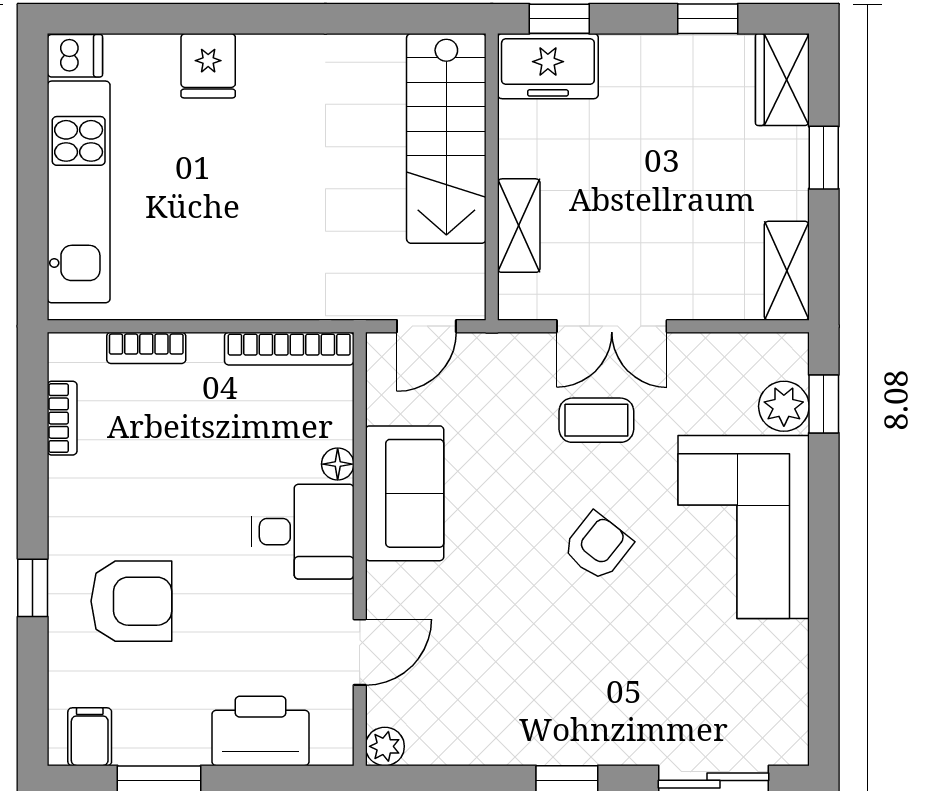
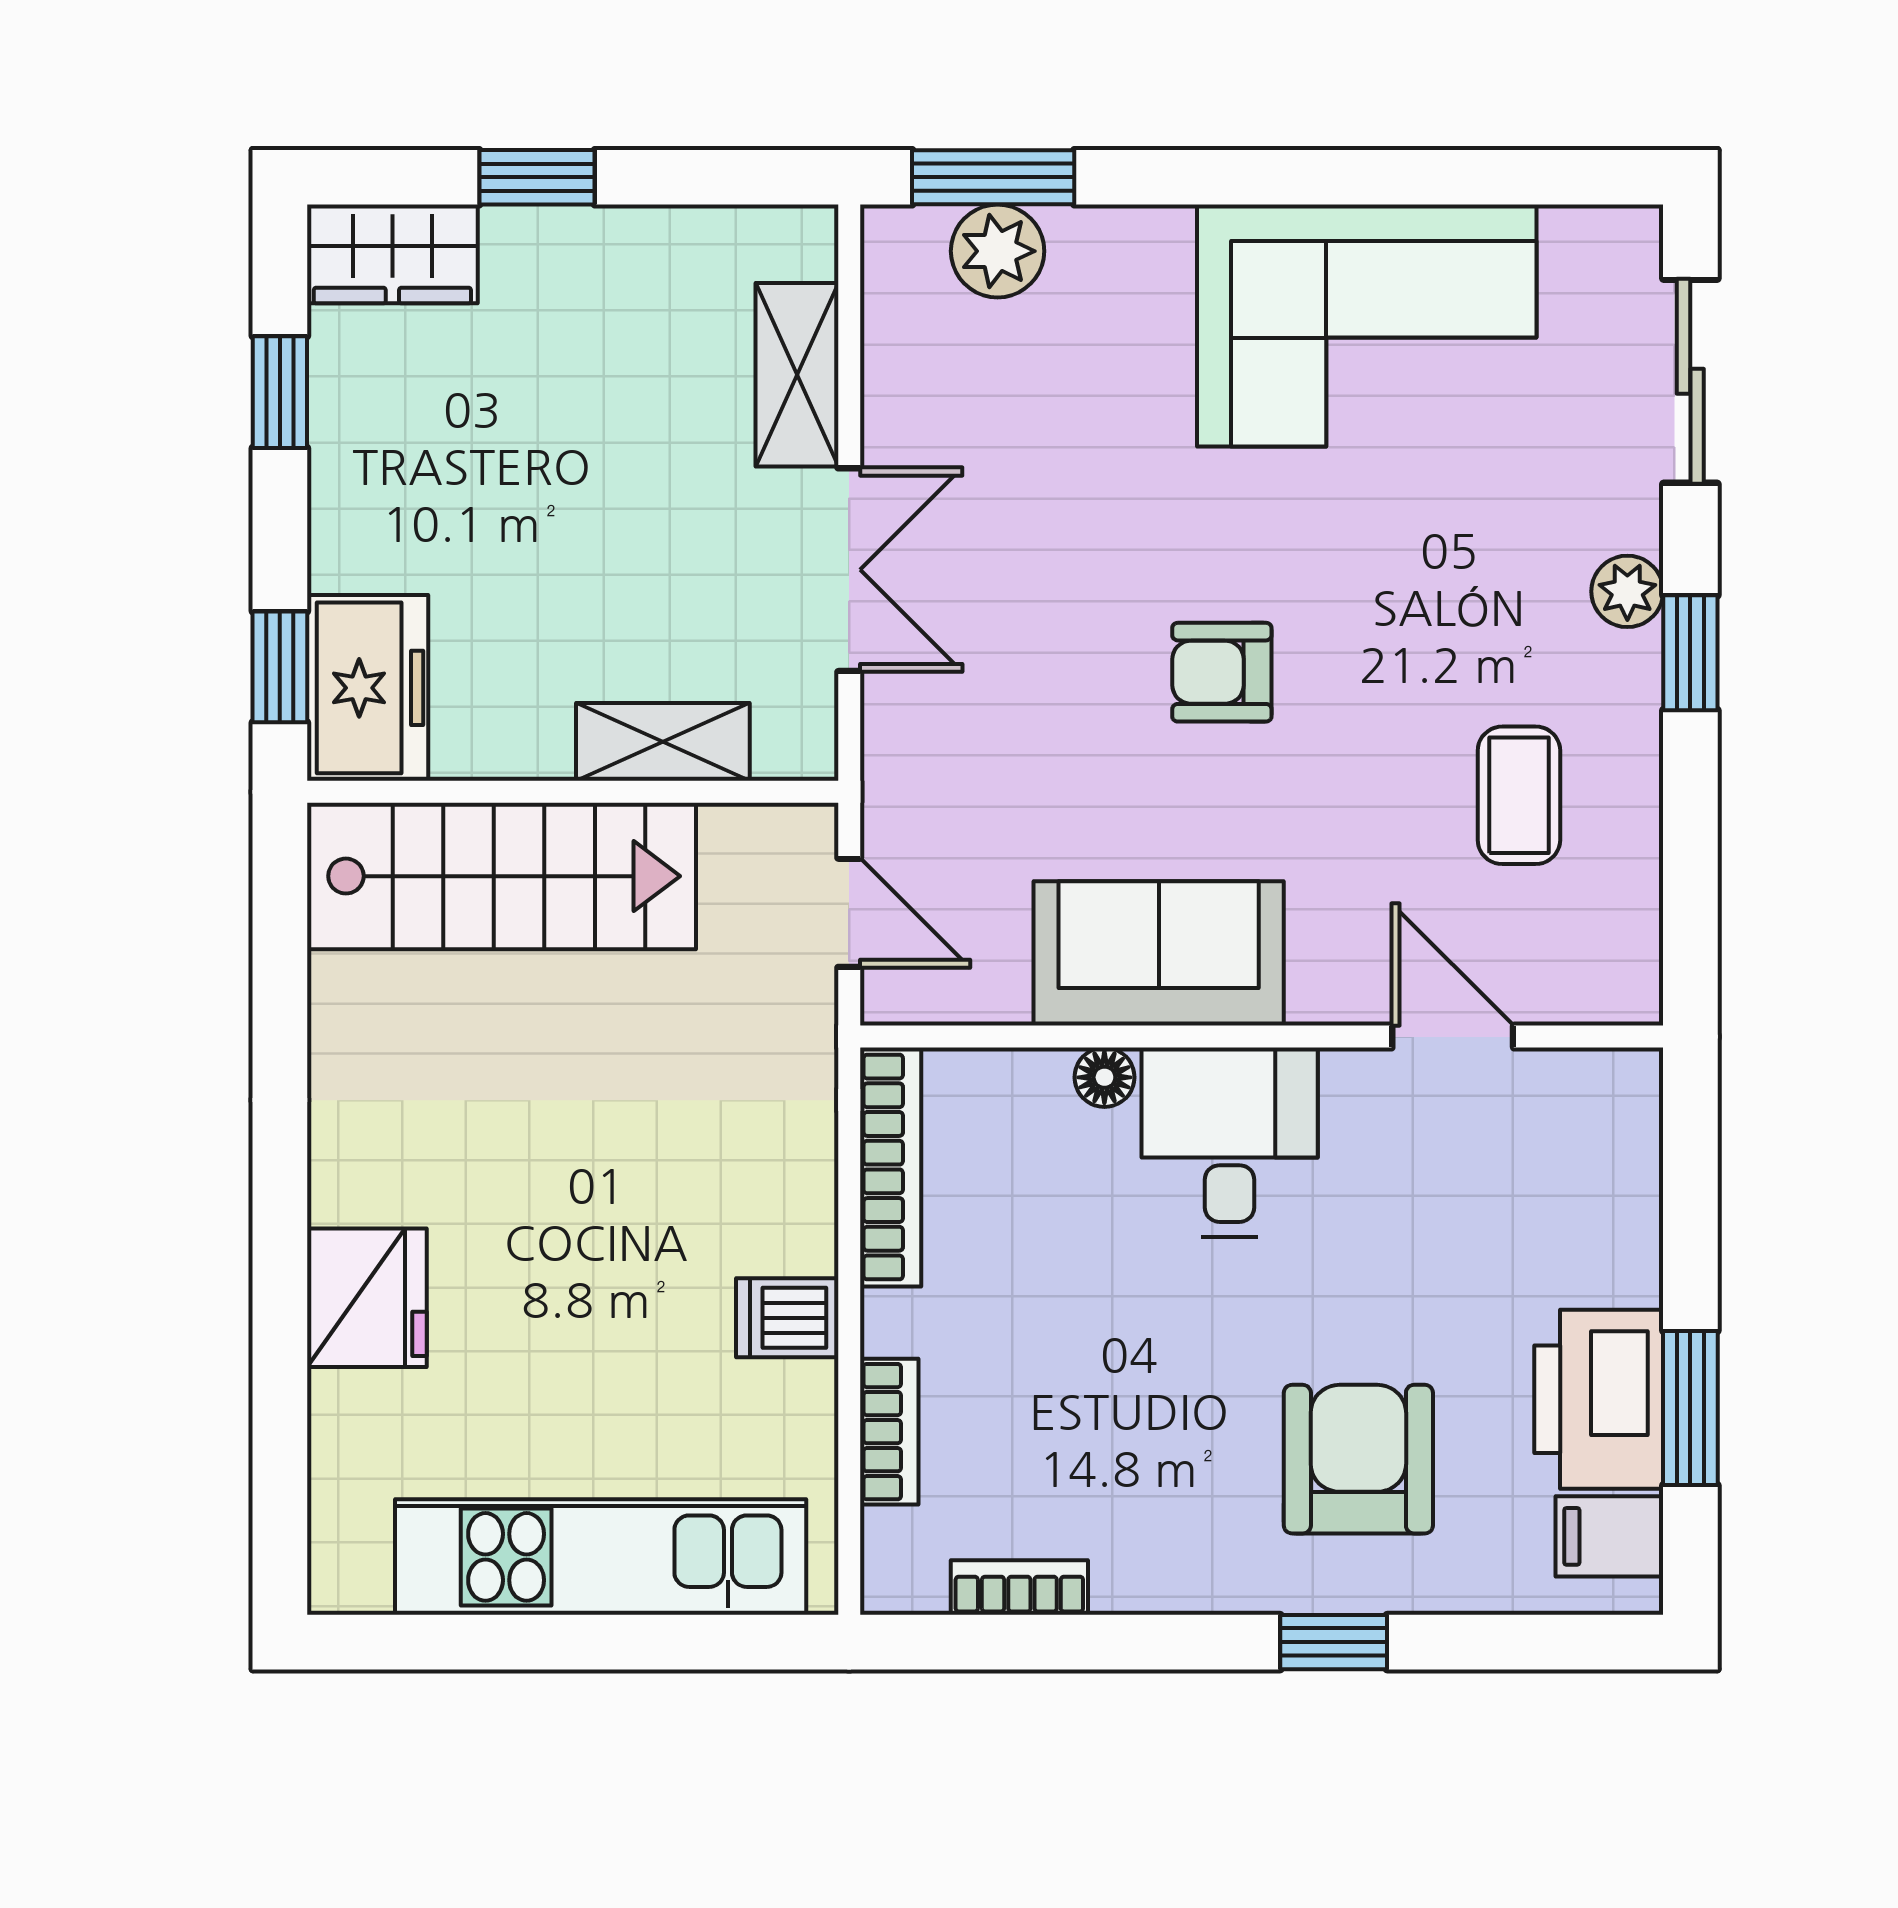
dishwasher: (75, 56) -> (787, 1318), moved, turned -90
fridge: (208, 66) -> (367, 1298), width x1.38
shelving: (787, 271) -> (797, 375), moved, turned 90
window: (824, 404) -> (993, 177), width x1.50
coffee table: (596, 420) -> (1519, 795), moved
corner sofa: (744, 527) -> (1367, 326), moved
armchair: (598, 546) -> (1222, 672), moved, turned -38
printer: (260, 731) -> (1599, 1399), moved
plant: (385, 746) -> (1627, 591), moved

